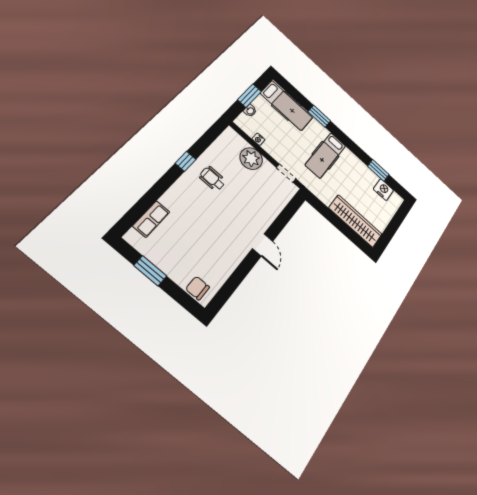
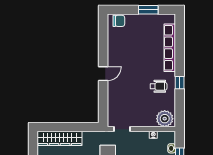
plant: (251, 159) -> (165, 119), moved
row of seats: (151, 219) -> (170, 48), width x2.02
door: (263, 245) -> (103, 74), swing flipped

